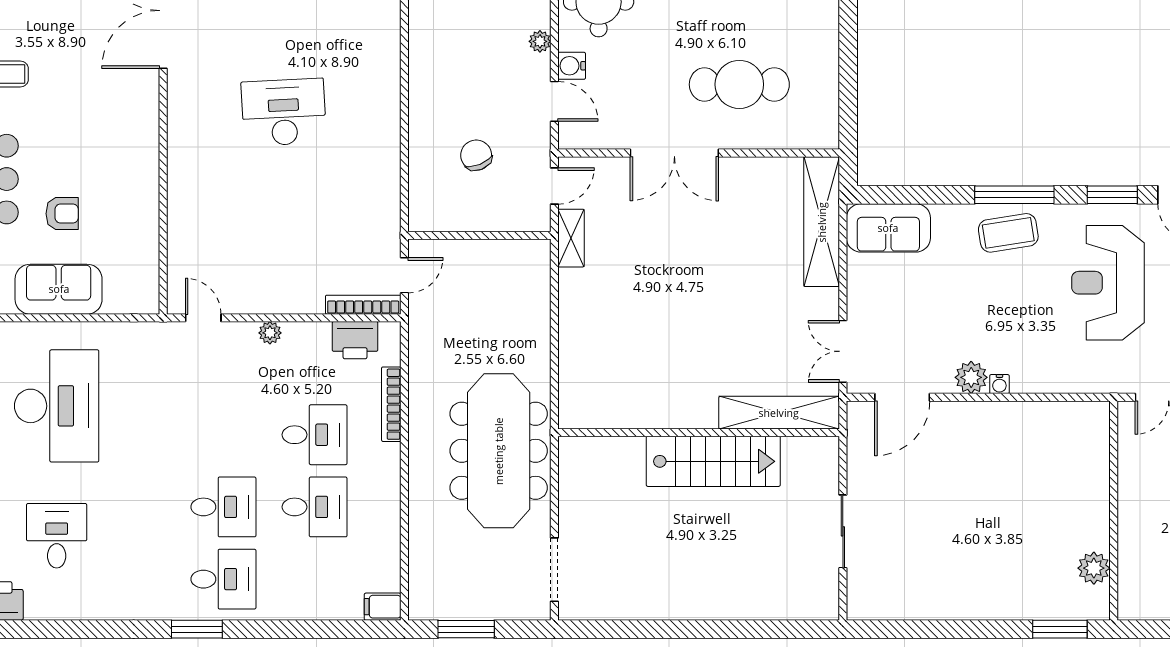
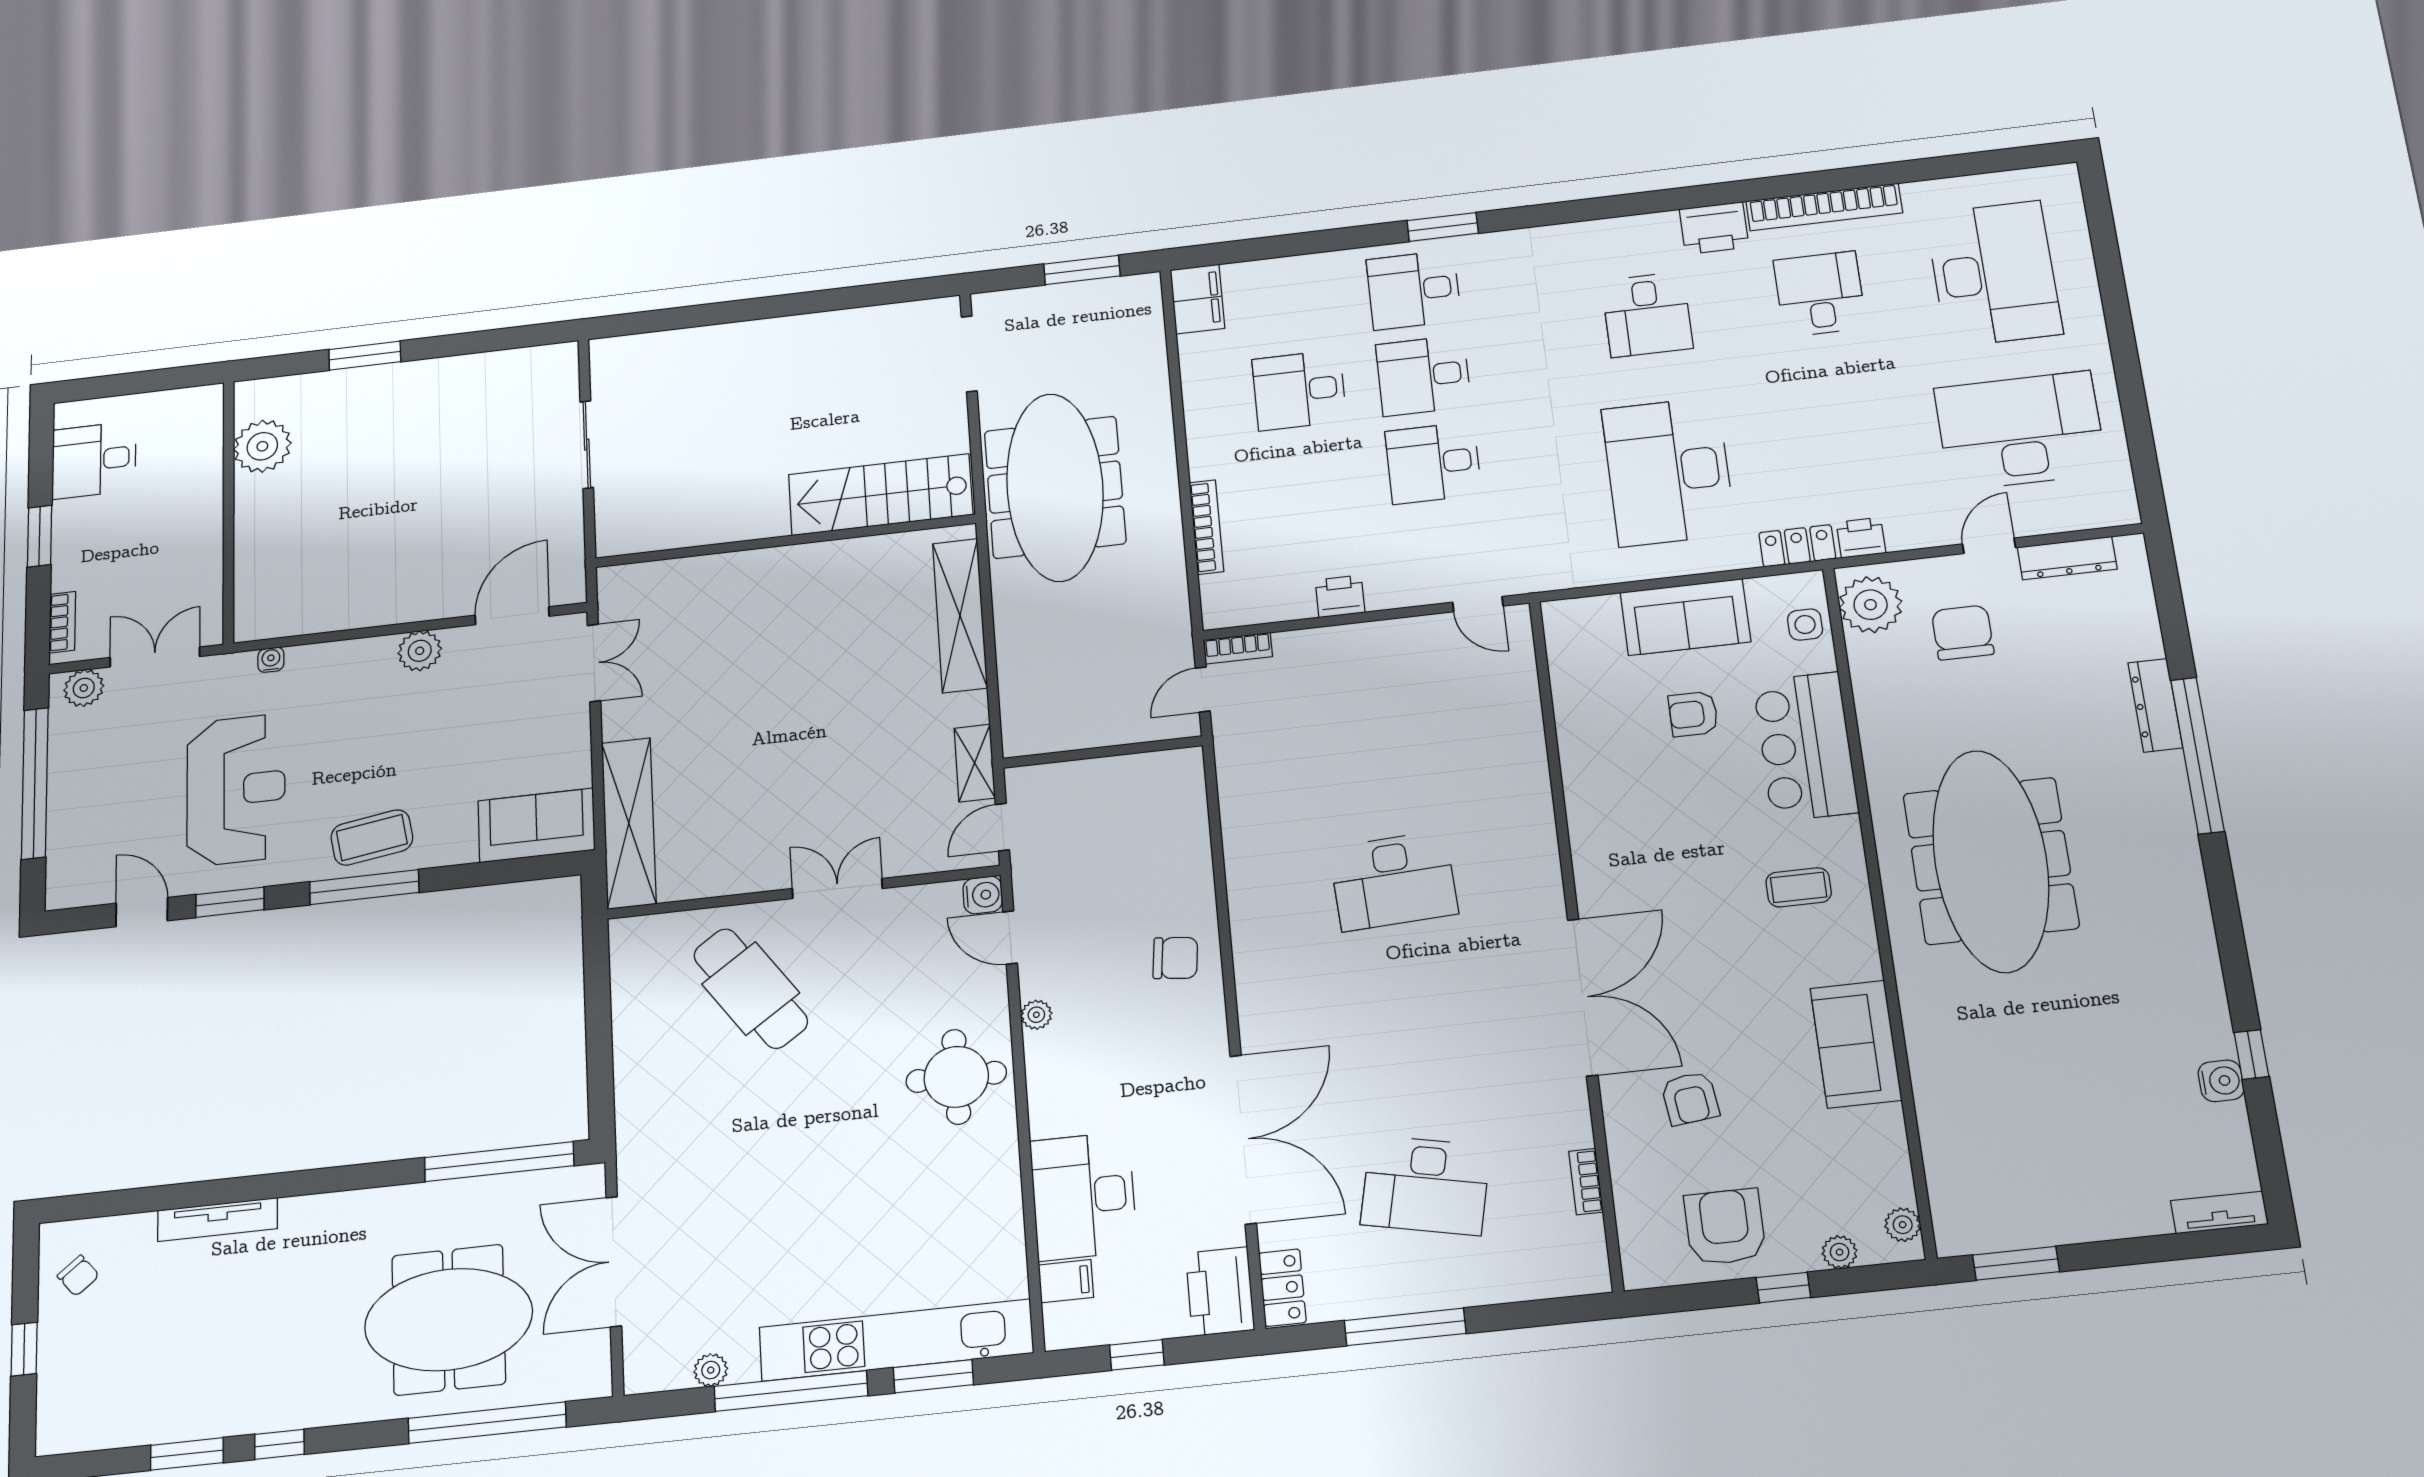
water cooler: (572, 66) -> (983, 895), moved
cafe table: (739, 84) -> (751, 988), turned 55
double door: (674, 153) -> (837, 889), width x0.73
chair: (476, 155) -> (1175, 958), moved, turned -62
bookcase: (363, 305) -> (1238, 648), width x0.64
plant: (270, 333) -> (1383, 596), removed
printer: (355, 340) -> (1340, 596), moved, width x0.73, depth x0.81
water cooler: (999, 384) -> (271, 660), moved
shelving: (779, 413) -> (960, 615), moved, turned 90
desk: (315, 435) -> (1433, 463), moved
stairs: (713, 461) -> (881, 495), moved
plant: (1094, 568) -> (262, 446), width x1.36, depth x1.36
filing cabinet: (383, 607) -> (1197, 299), width x2.00
window: (1060, 629) -> (365, 356), moved

